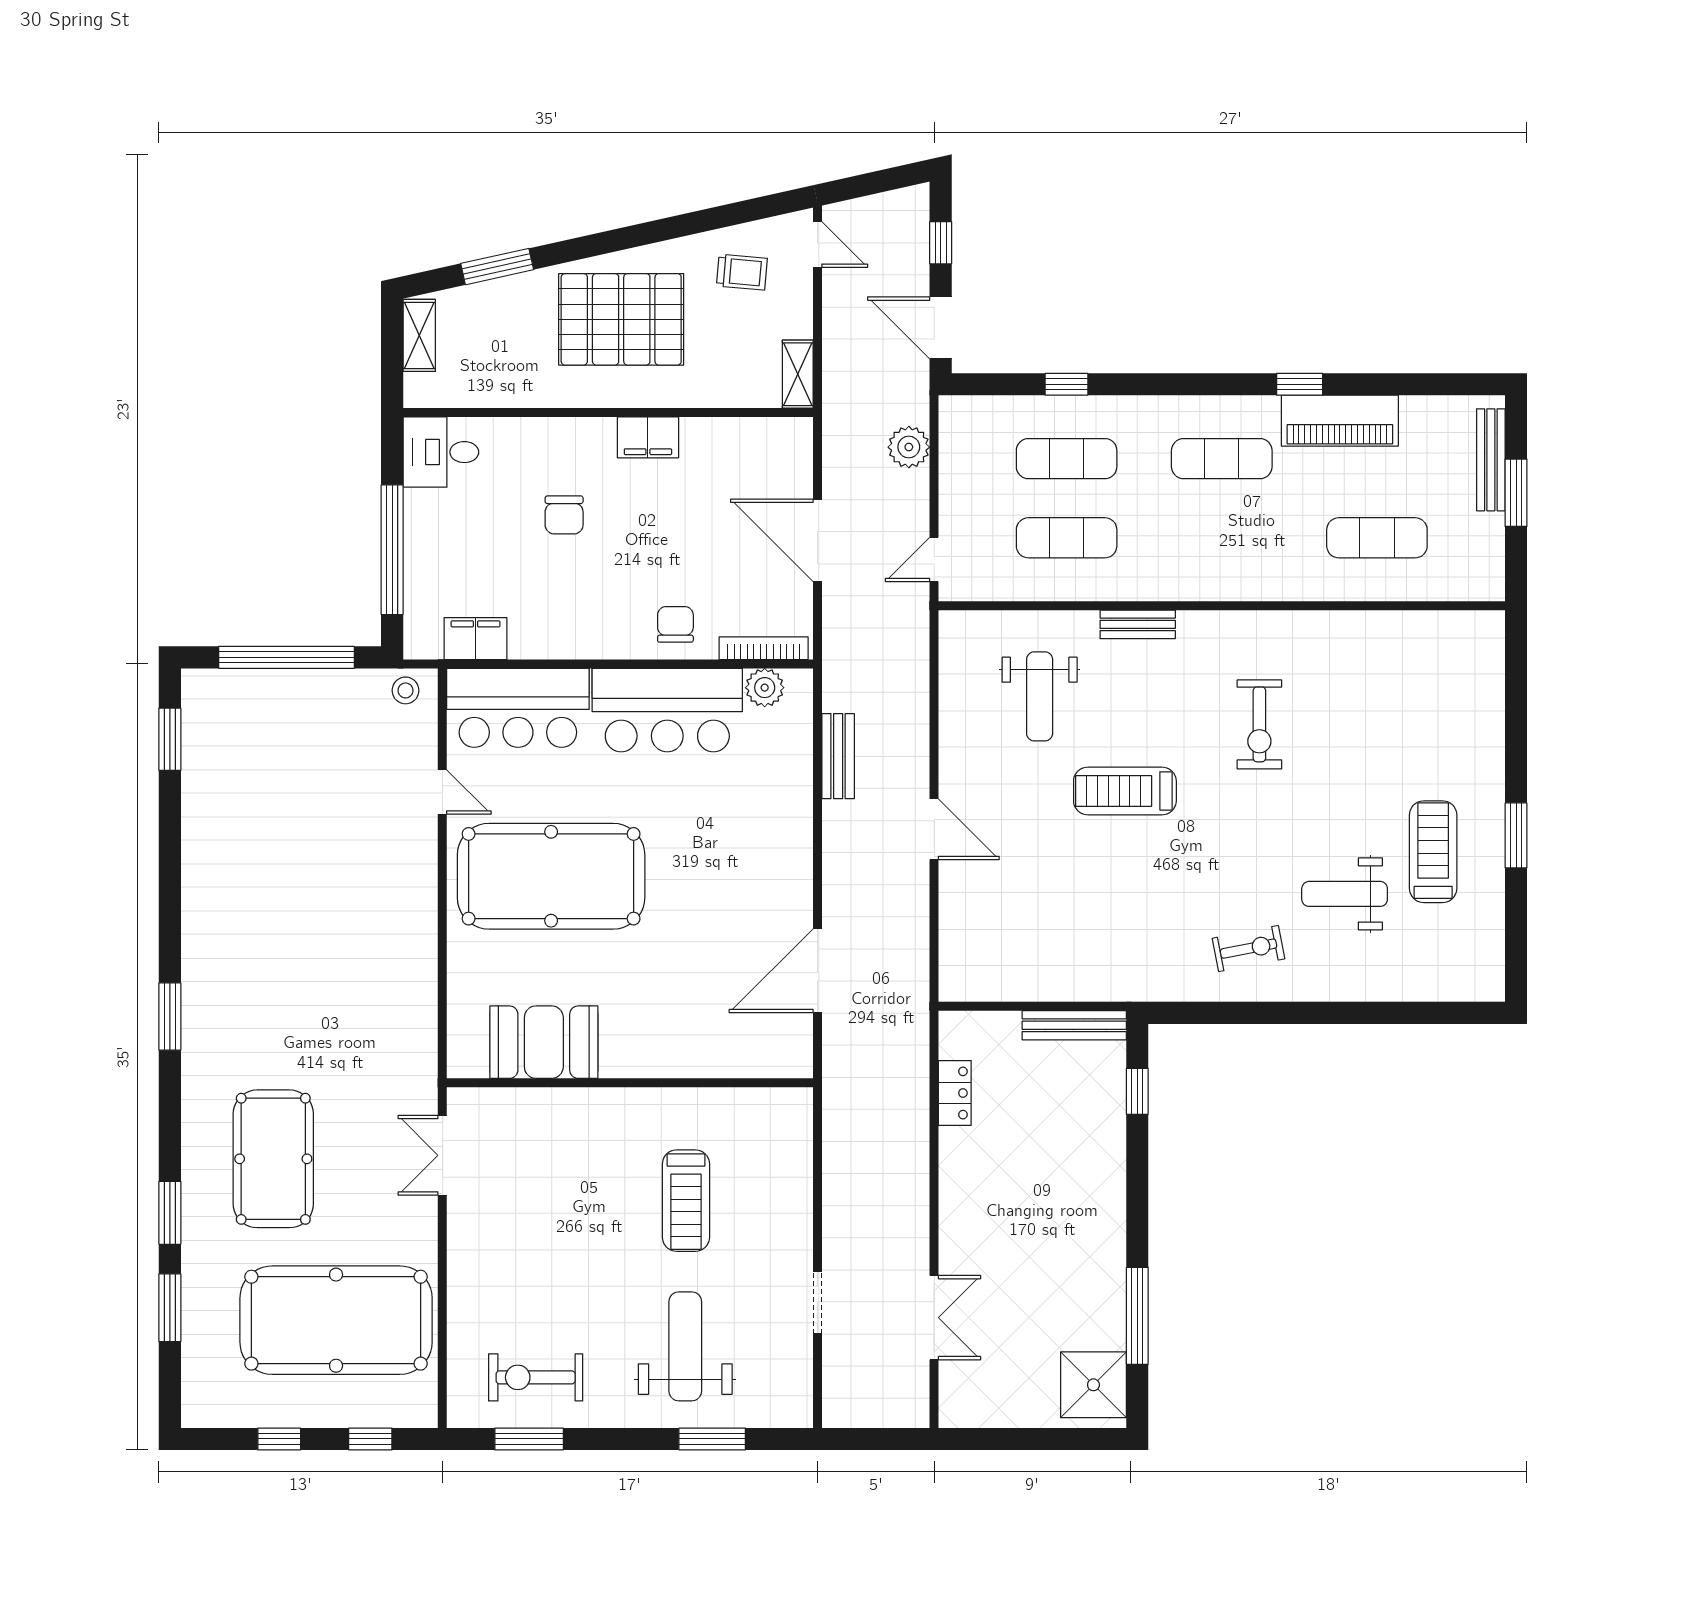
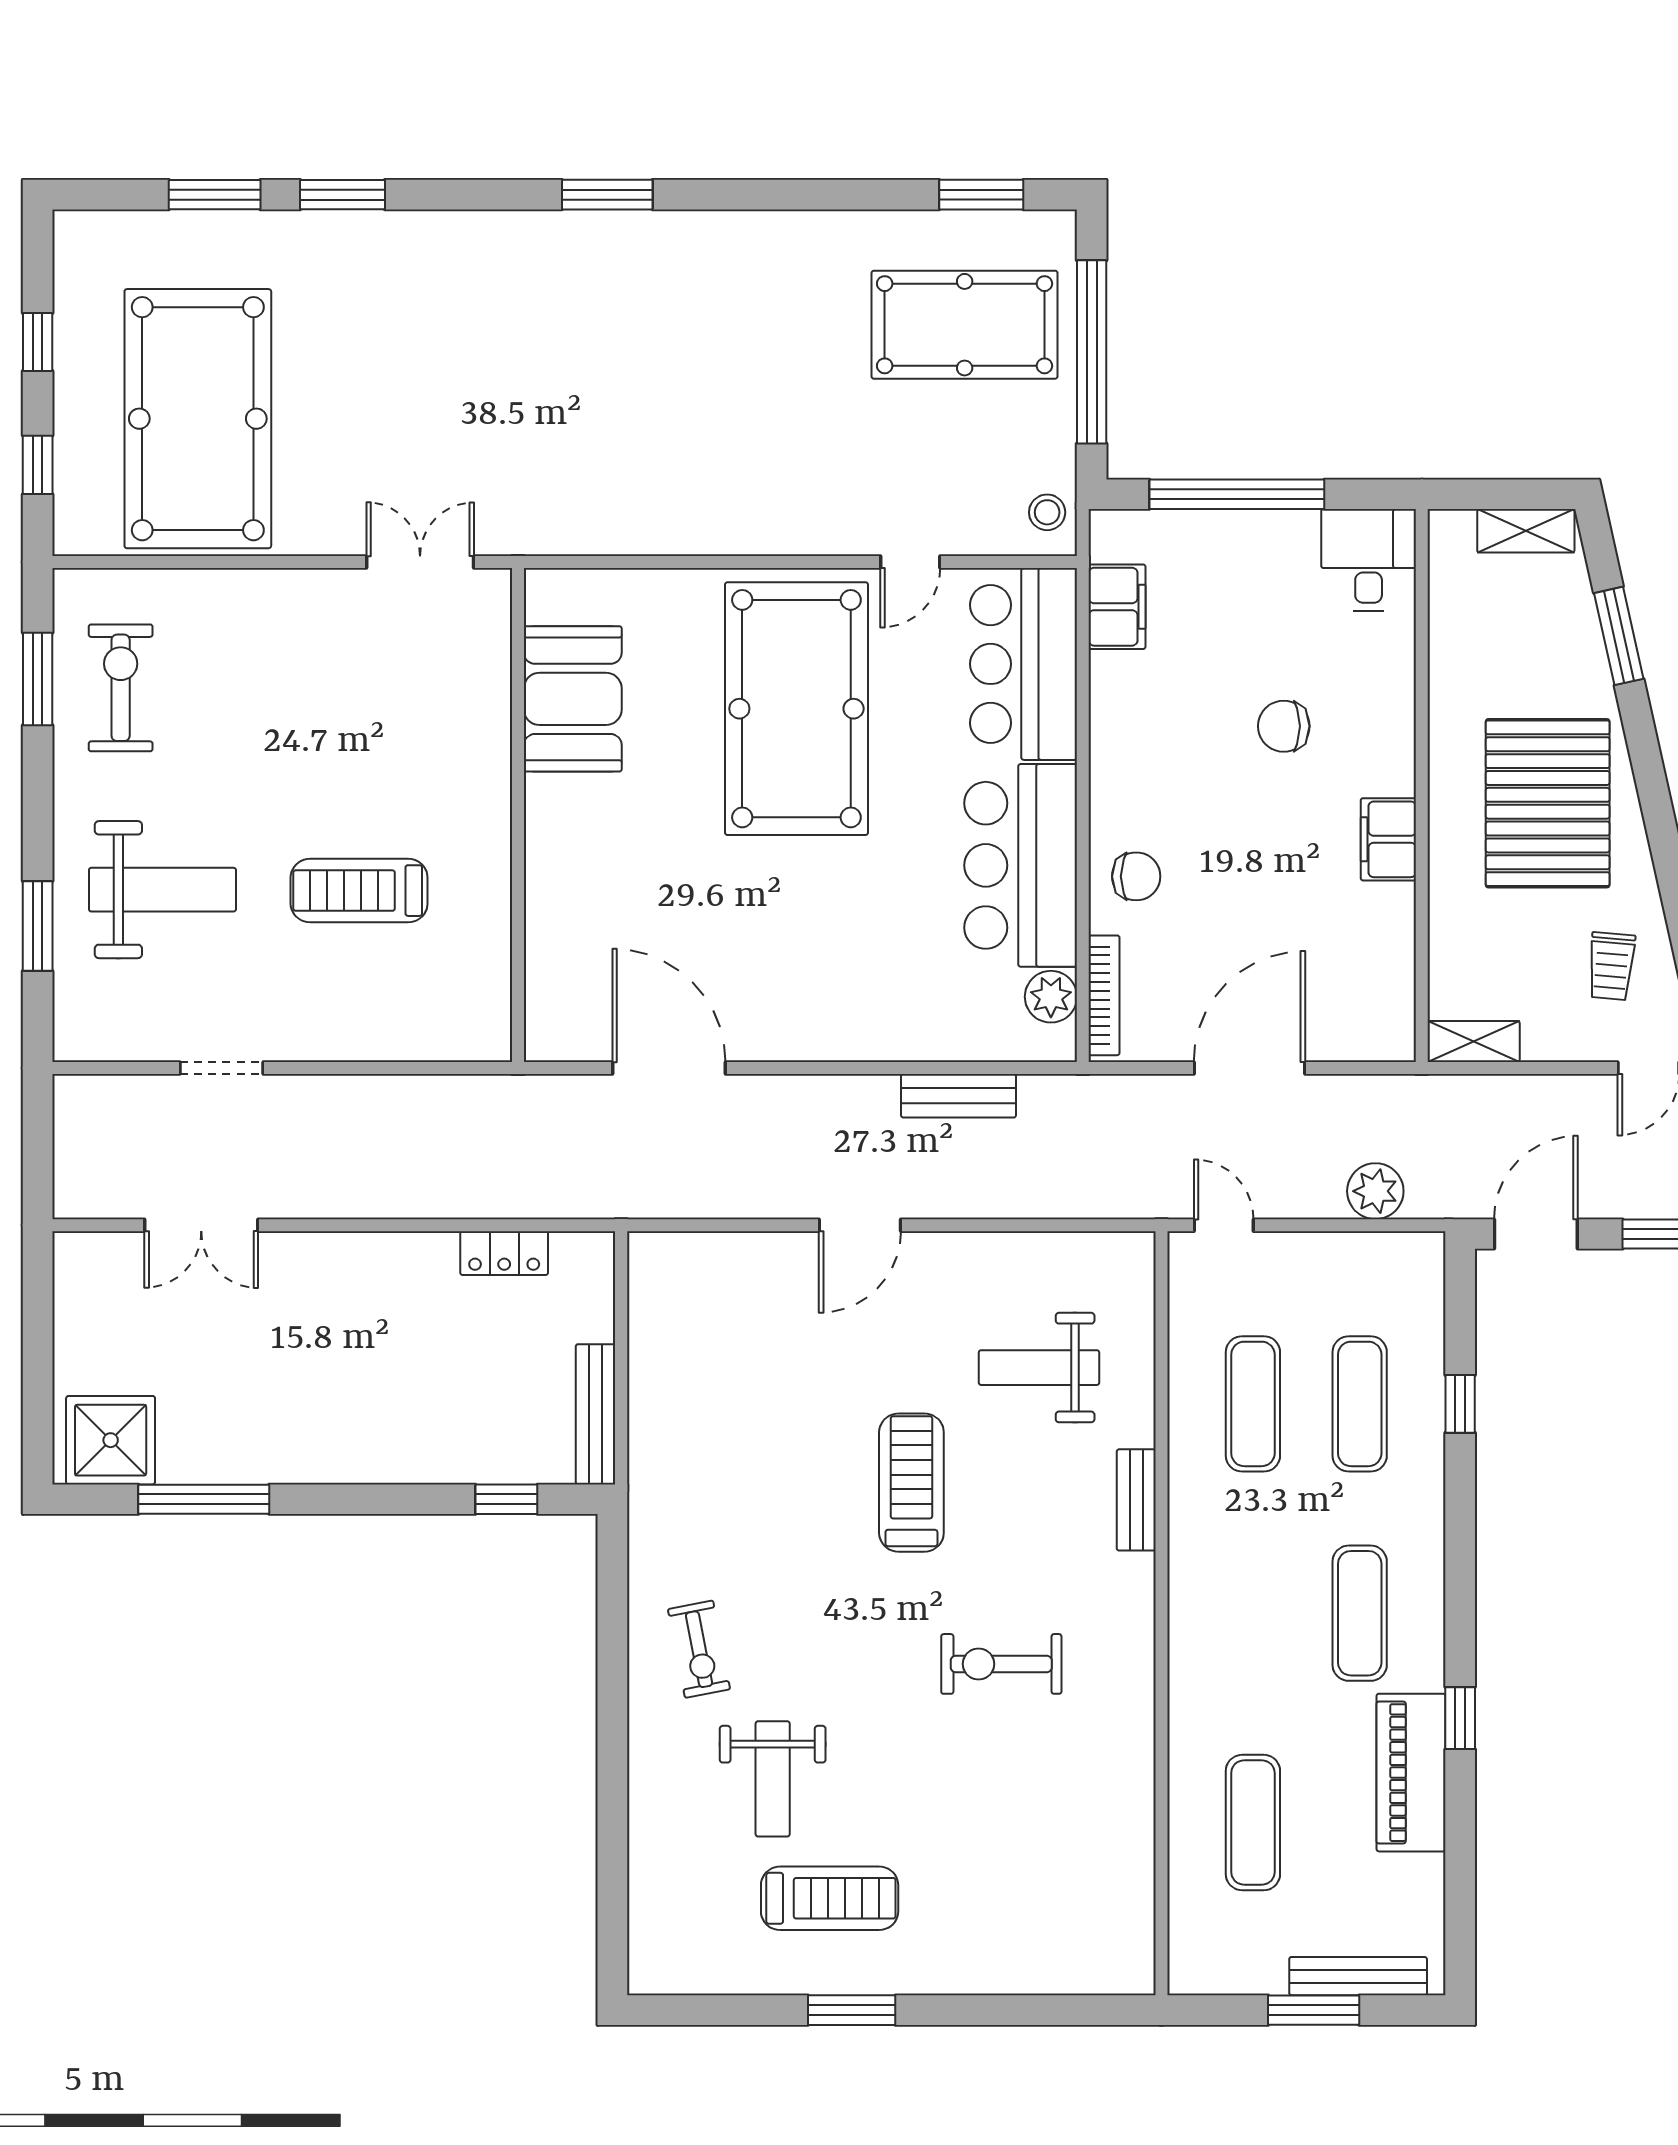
weight bench: (1345, 894) -> (773, 1779), turned 180
pool table: (273, 1159) -> (965, 325), moved

